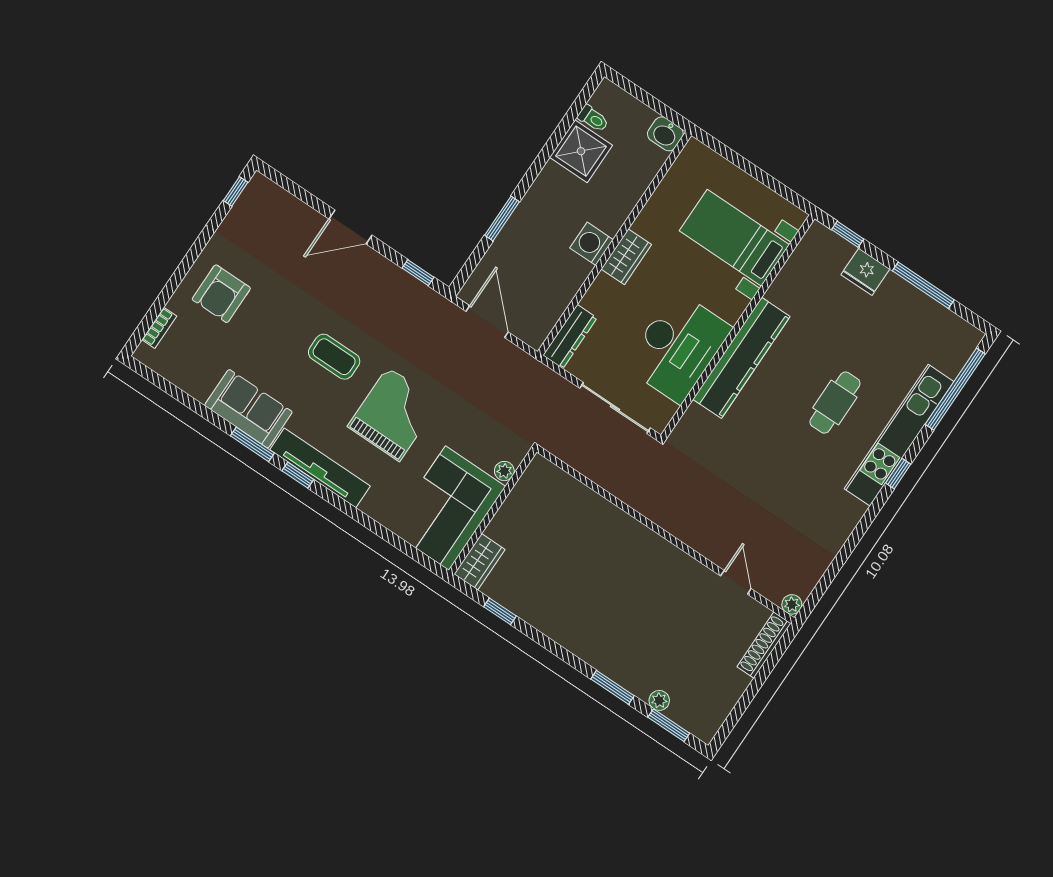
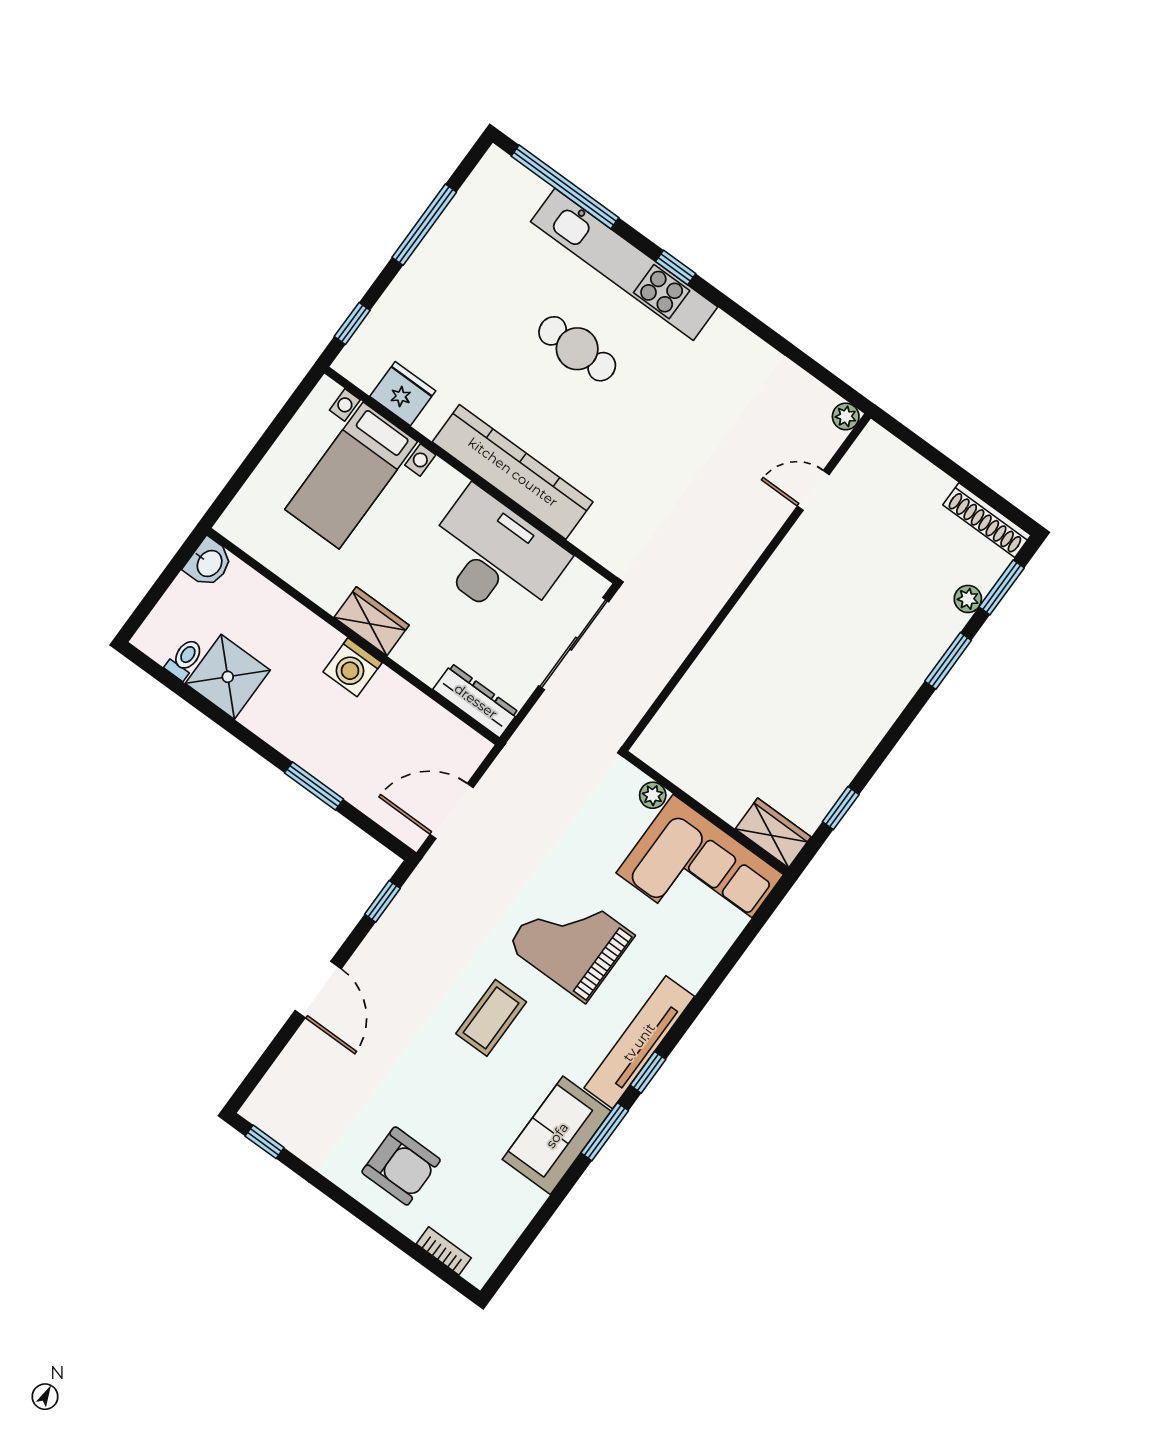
fridge: (865, 272) -> (403, 394), moved, turned -90
shoe rack: (764, 645) -> (987, 520), moved

